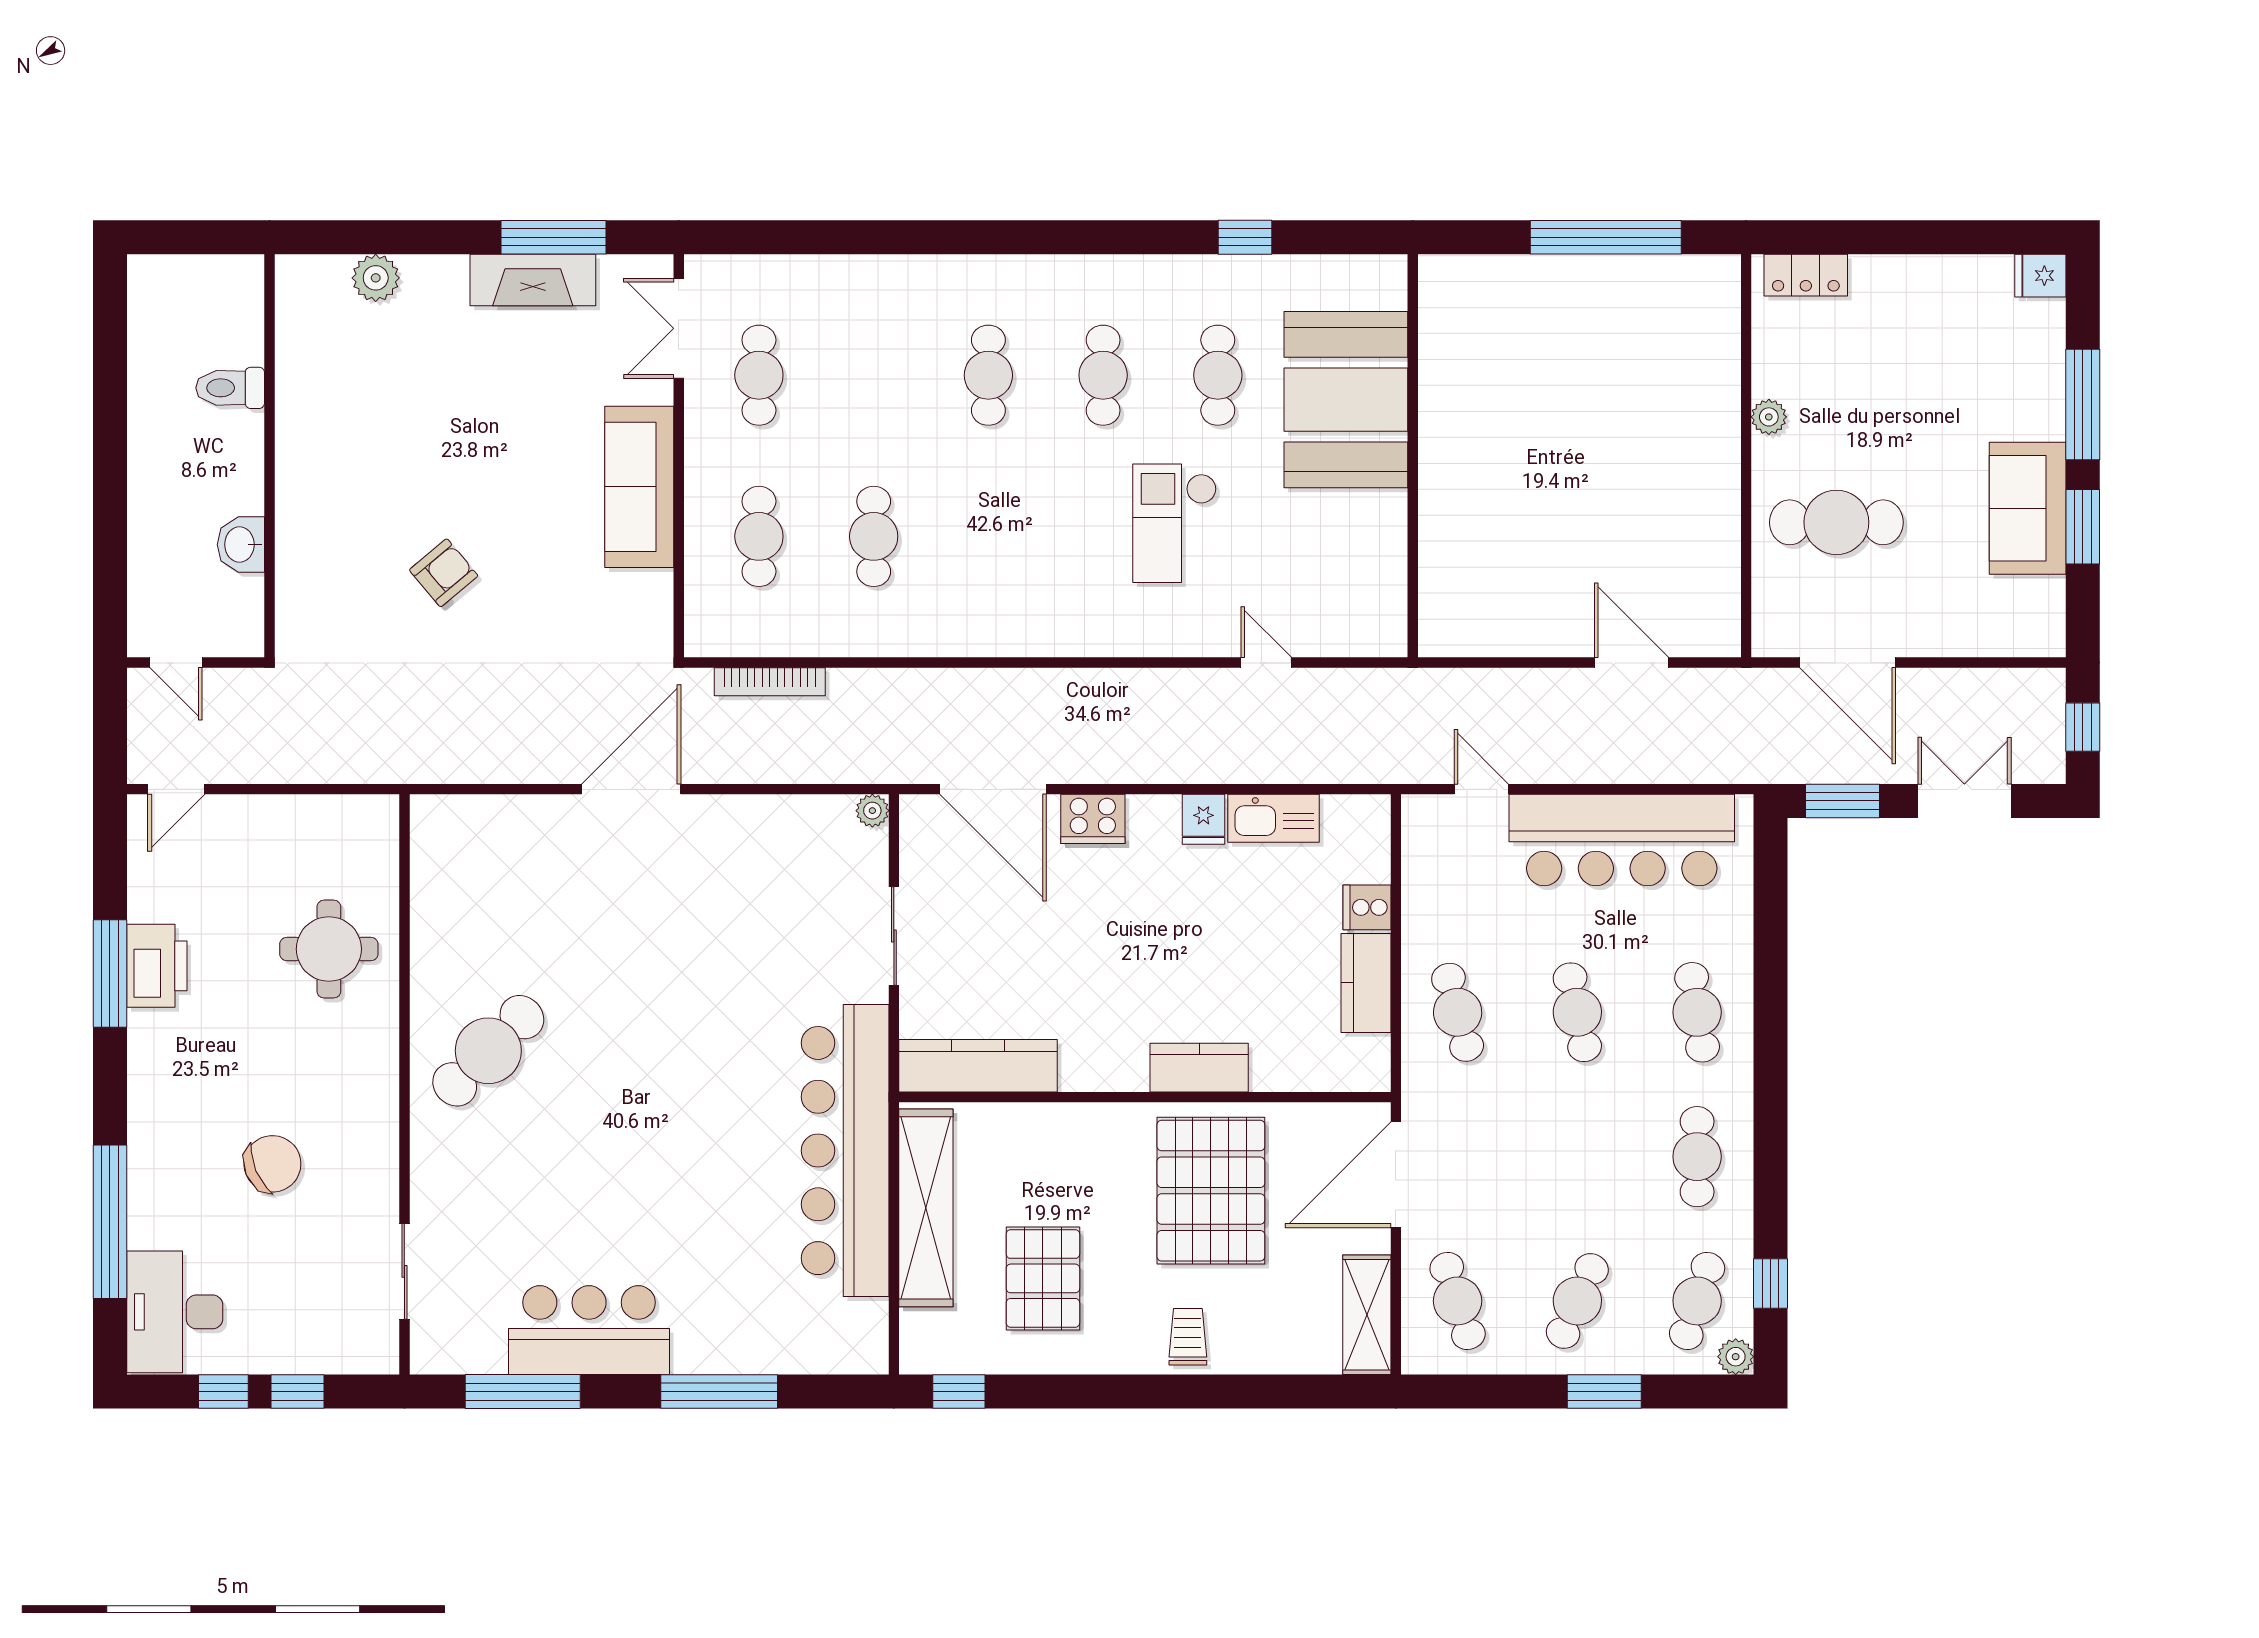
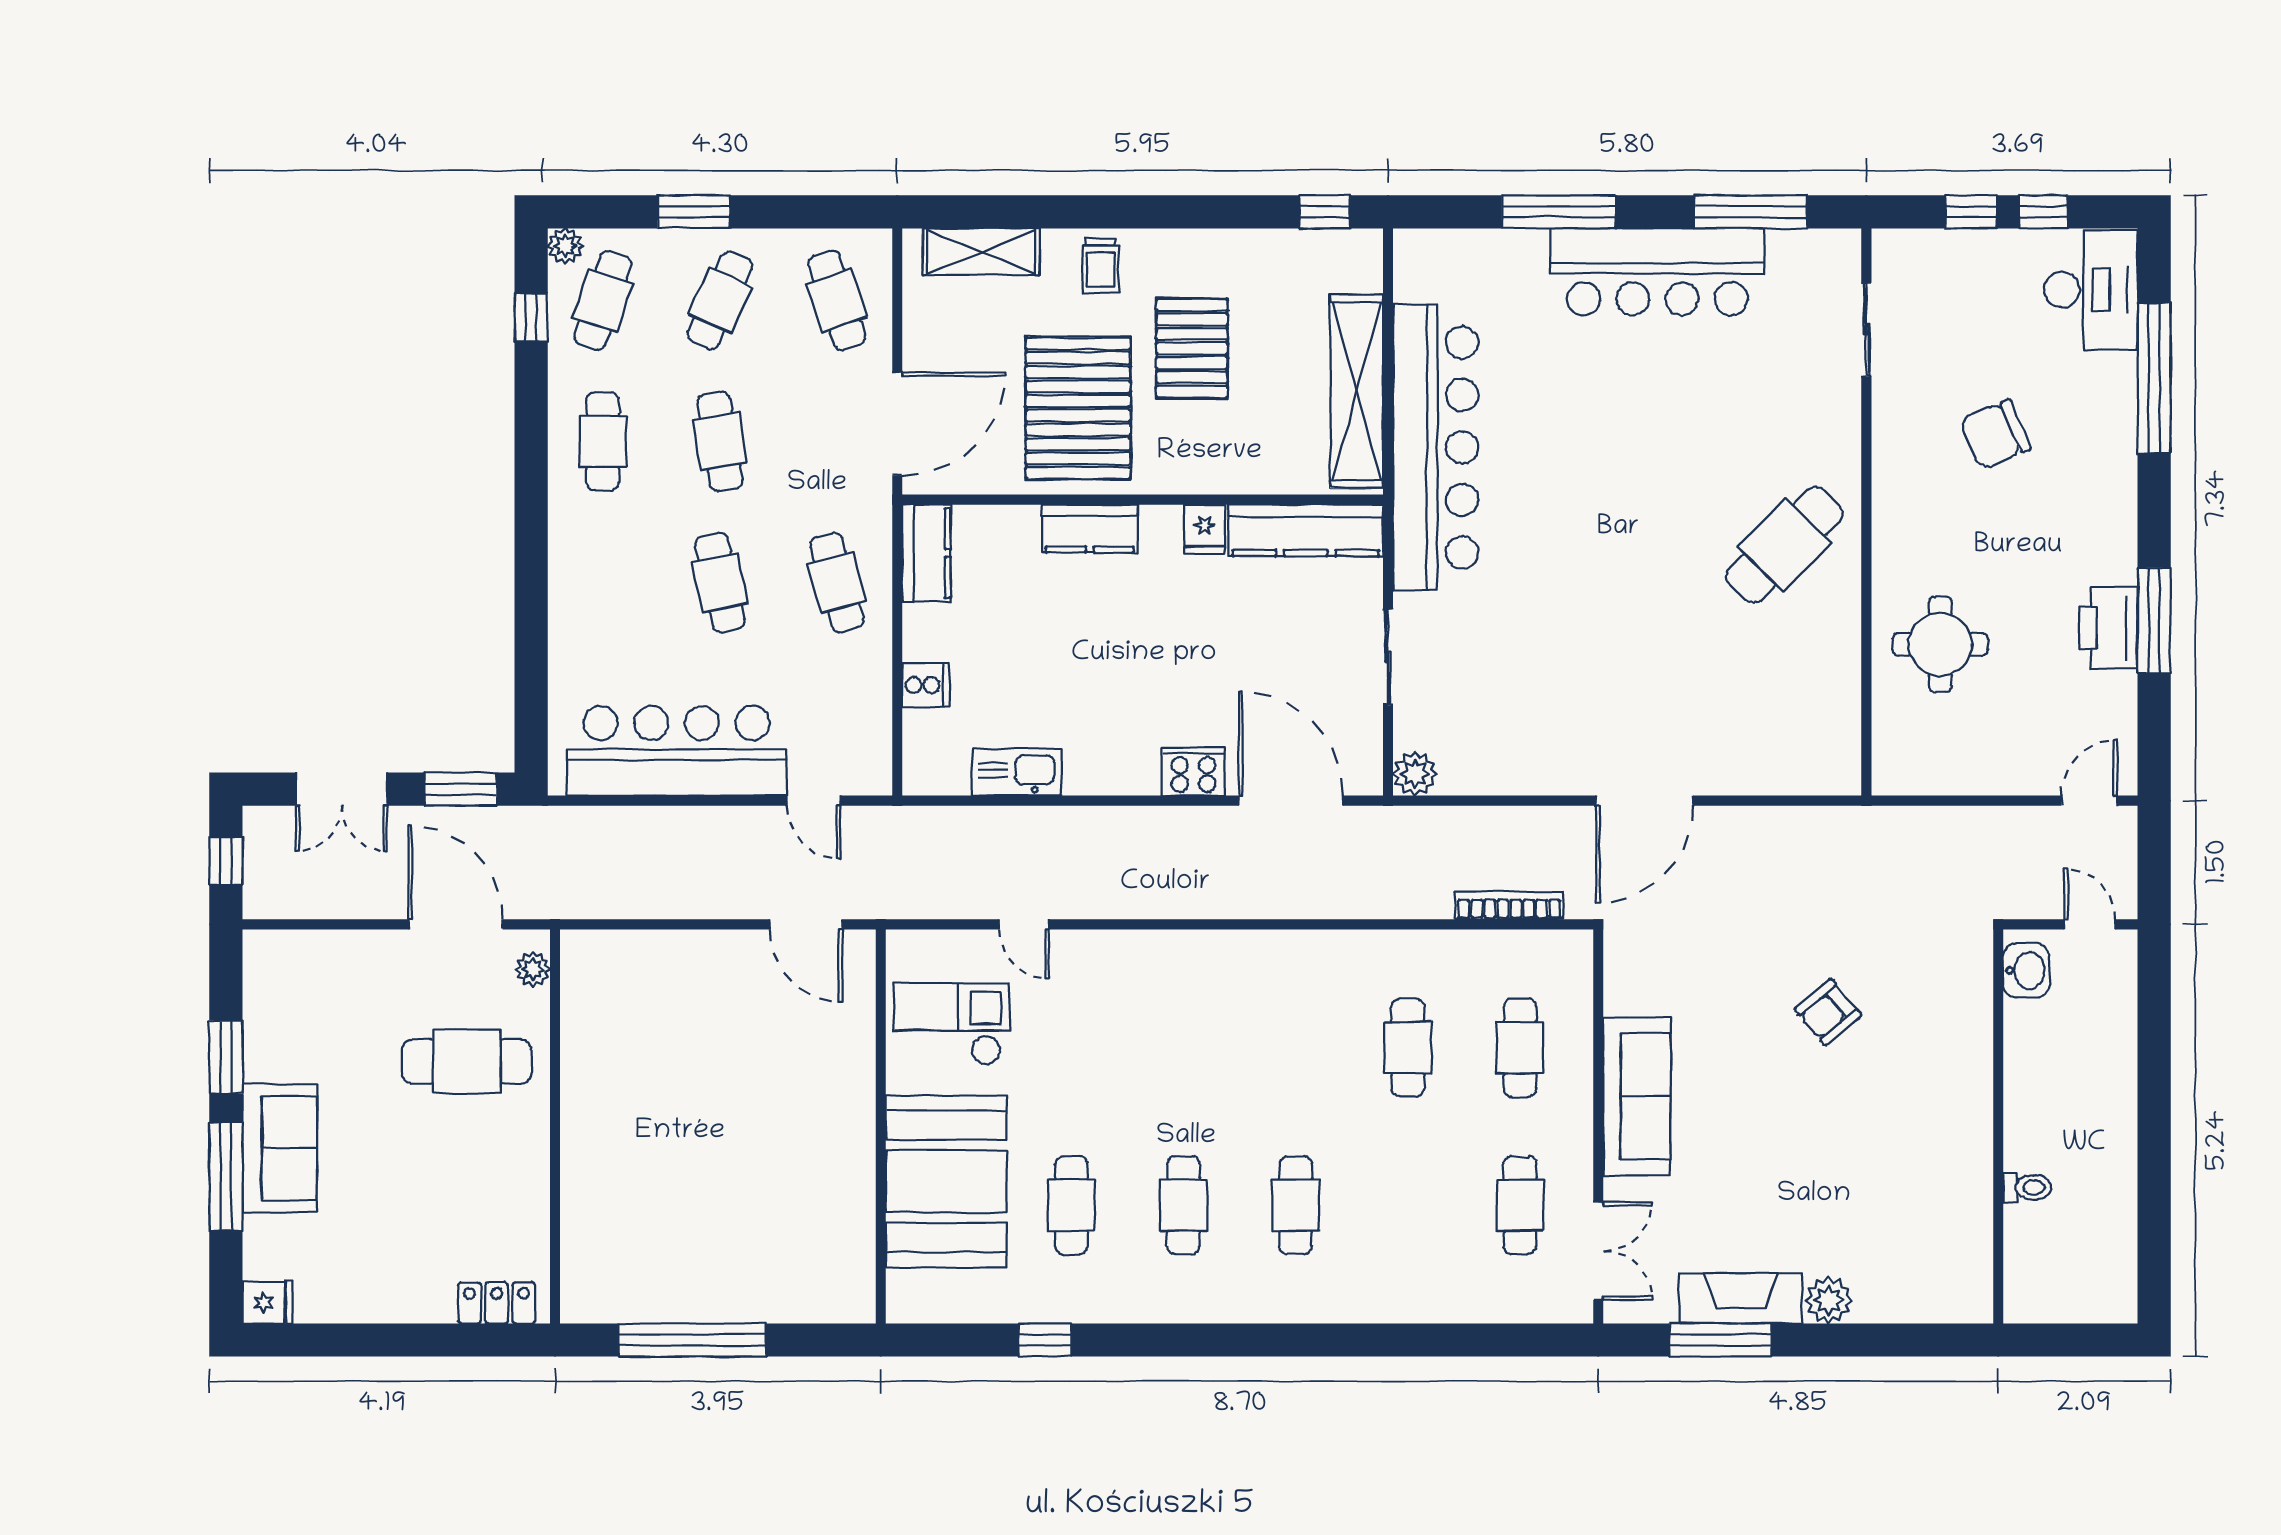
plant: (376, 278) -> (1829, 1300), moved
toilet: (230, 388) -> (2027, 1187), width x0.73, depth x0.72
plant: (1769, 417) -> (533, 969), moved
sofa: (2028, 508) -> (280, 1148), moved
checkout: (1175, 523) -> (952, 1024), moved, turned -90
washbasin: (241, 545) -> (2026, 970), moved
door: (1631, 663) -> (806, 924), moved
plant: (872, 811) -> (1415, 774), width x1.38, depth x1.38
fridge: (1203, 819) -> (1205, 529), moved, turned 180
kitchen counter: (1366, 983) -> (926, 553), moved
cafe table: (1697, 1012) -> (720, 441), moved
pallet: (1043, 1278) -> (1192, 348), moved
shelving: (1367, 1315) -> (981, 252), moved, turned 90
bar counter: (589, 1330) -> (1657, 272), width x1.36

